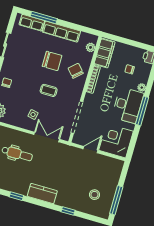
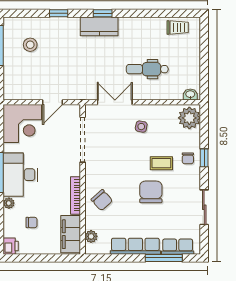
chair: (52, 61) -> (151, 192), moved, turned 90
coffee table: (49, 90) -> (161, 163), moved
double door: (47, 137) -> (115, 102), swing flipped
window: (16, 196) -> (103, 13), moved

